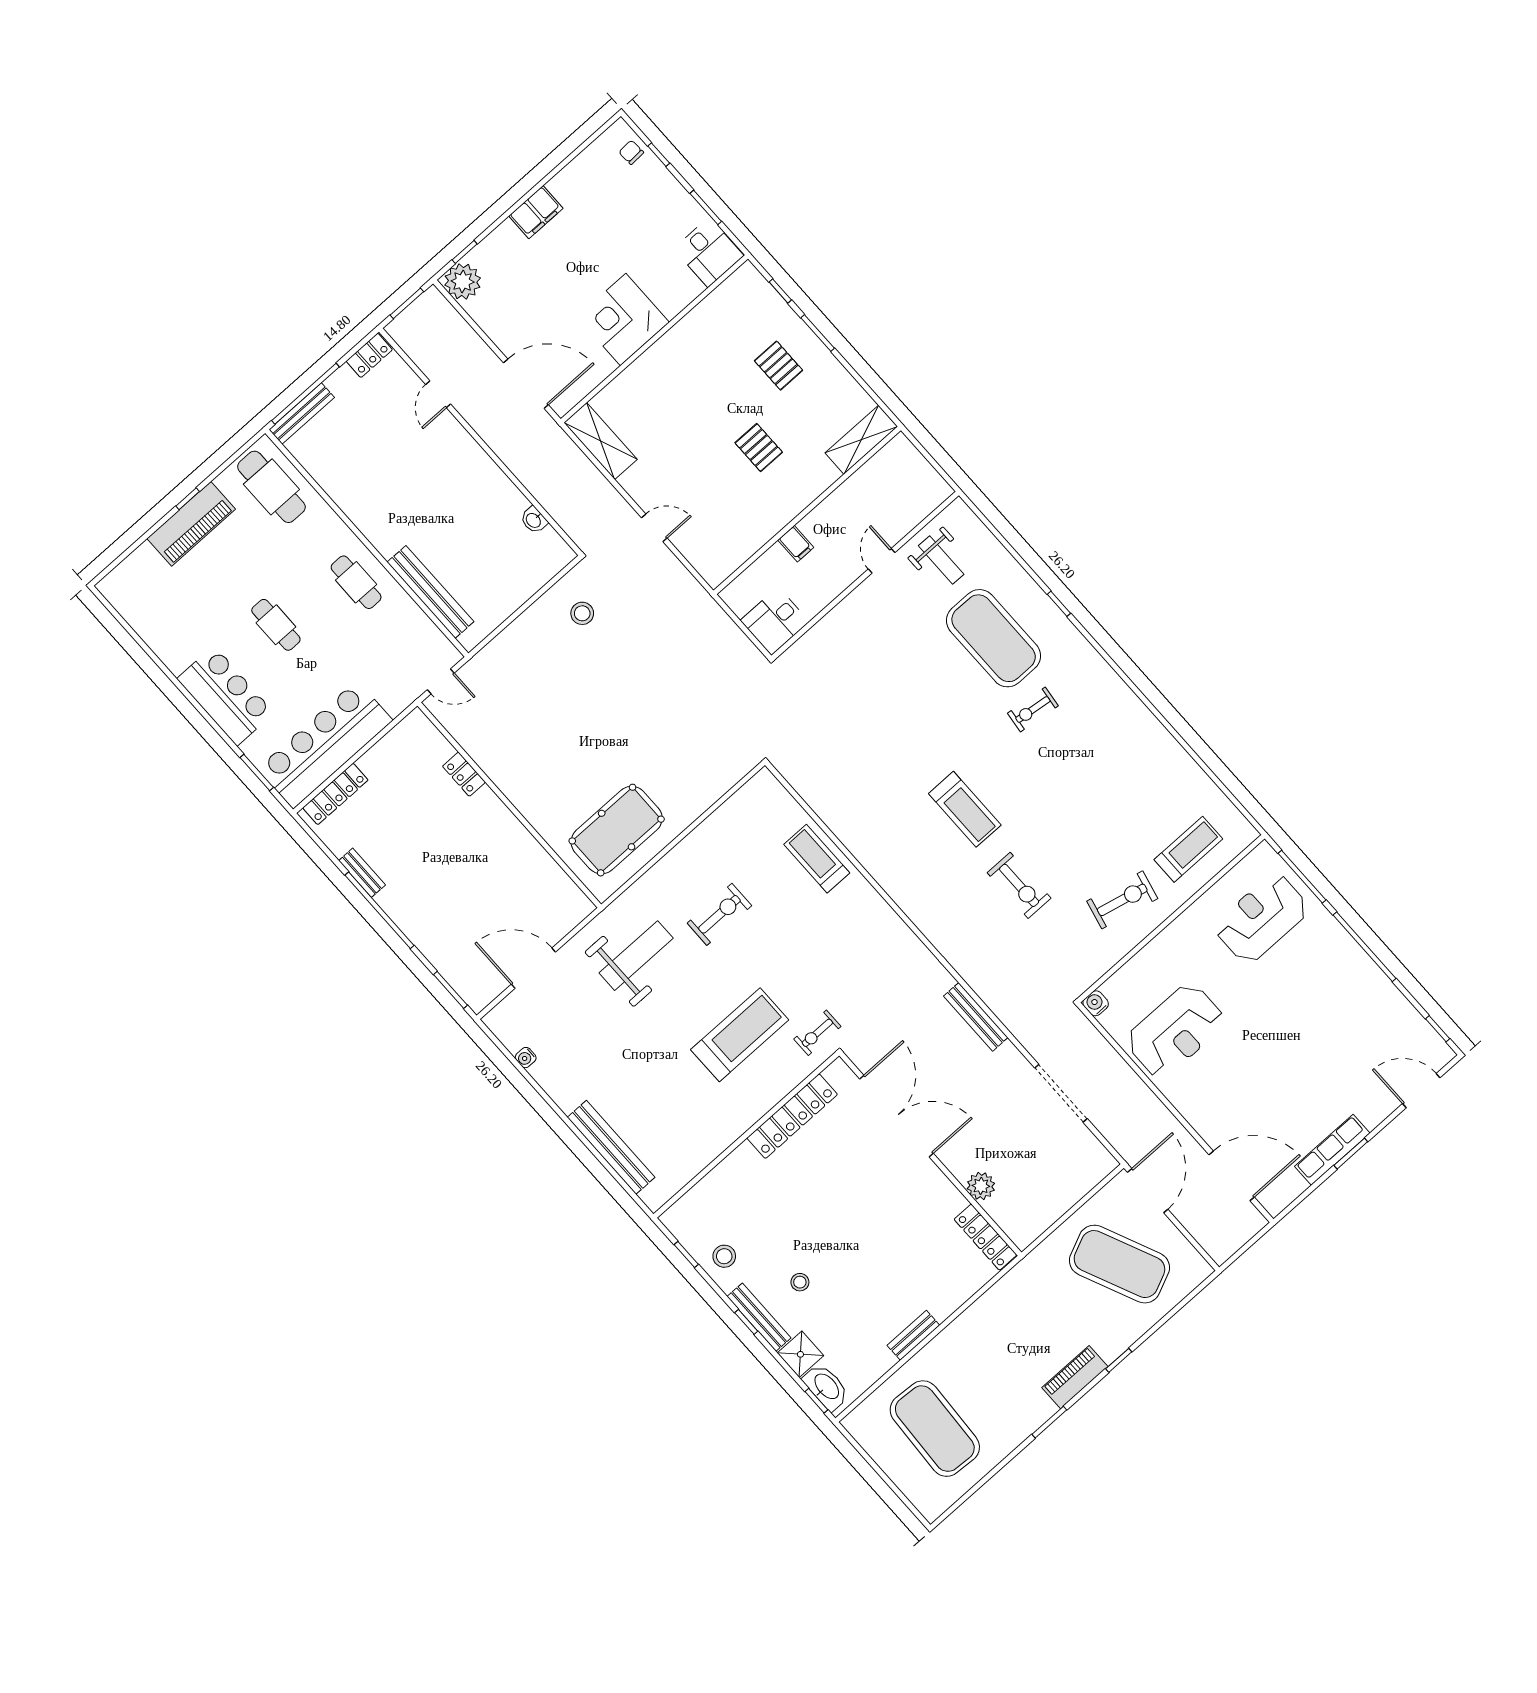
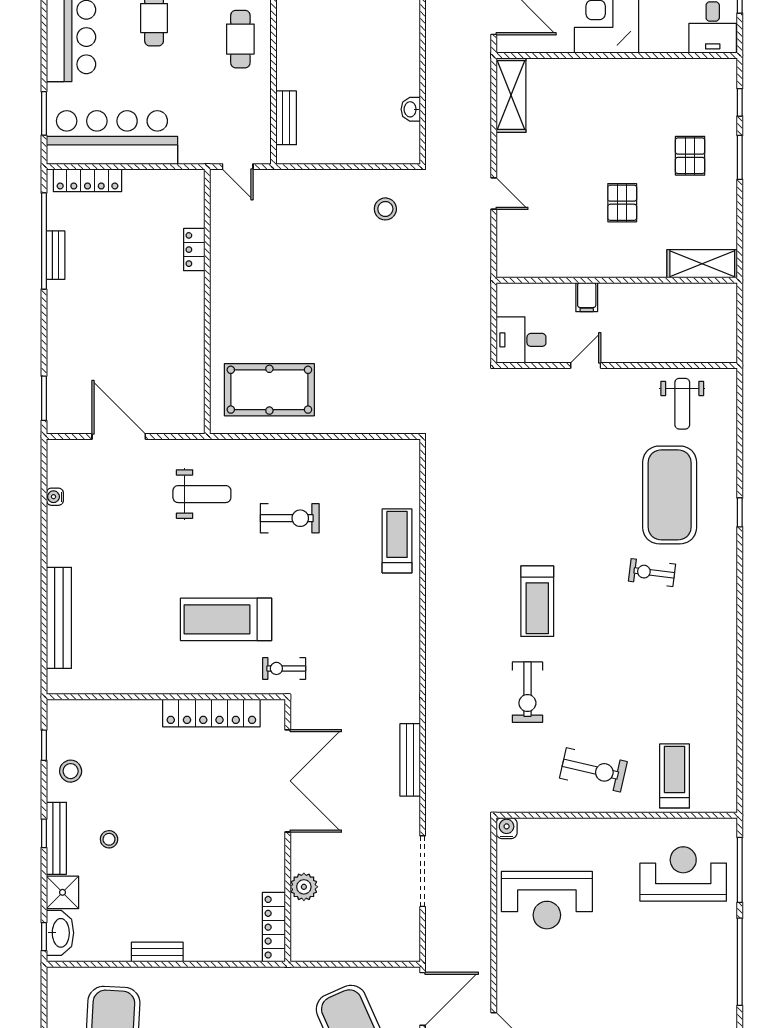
door: (882, 561) -> (586, 365), moved
bench: (430, 592) -> (286, 118), width x0.54, depth x0.82
treadmill: (1188, 849) -> (675, 776), turned -90
window: (379, 910) -> (44, 241), moved
weight bench: (636, 956) -> (202, 494), width x0.73, depth x0.75
treadmill: (740, 1035) -> (226, 619), turned 180

